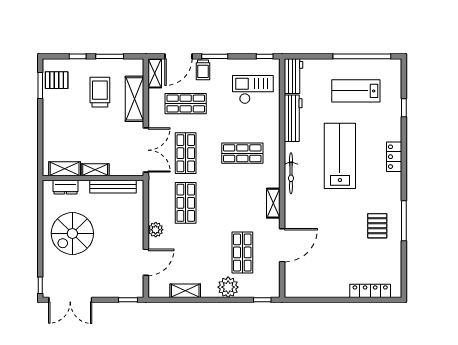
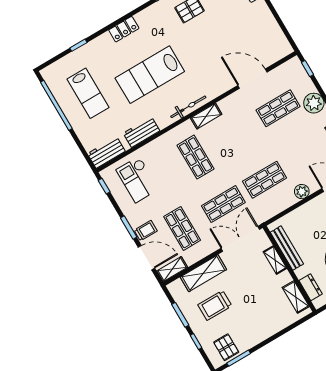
workbench: (293, 118) -> (141, 132), width x0.73
shelving: (95, 170) -> (275, 260), moved
shelving: (273, 203) -> (206, 116), moved

